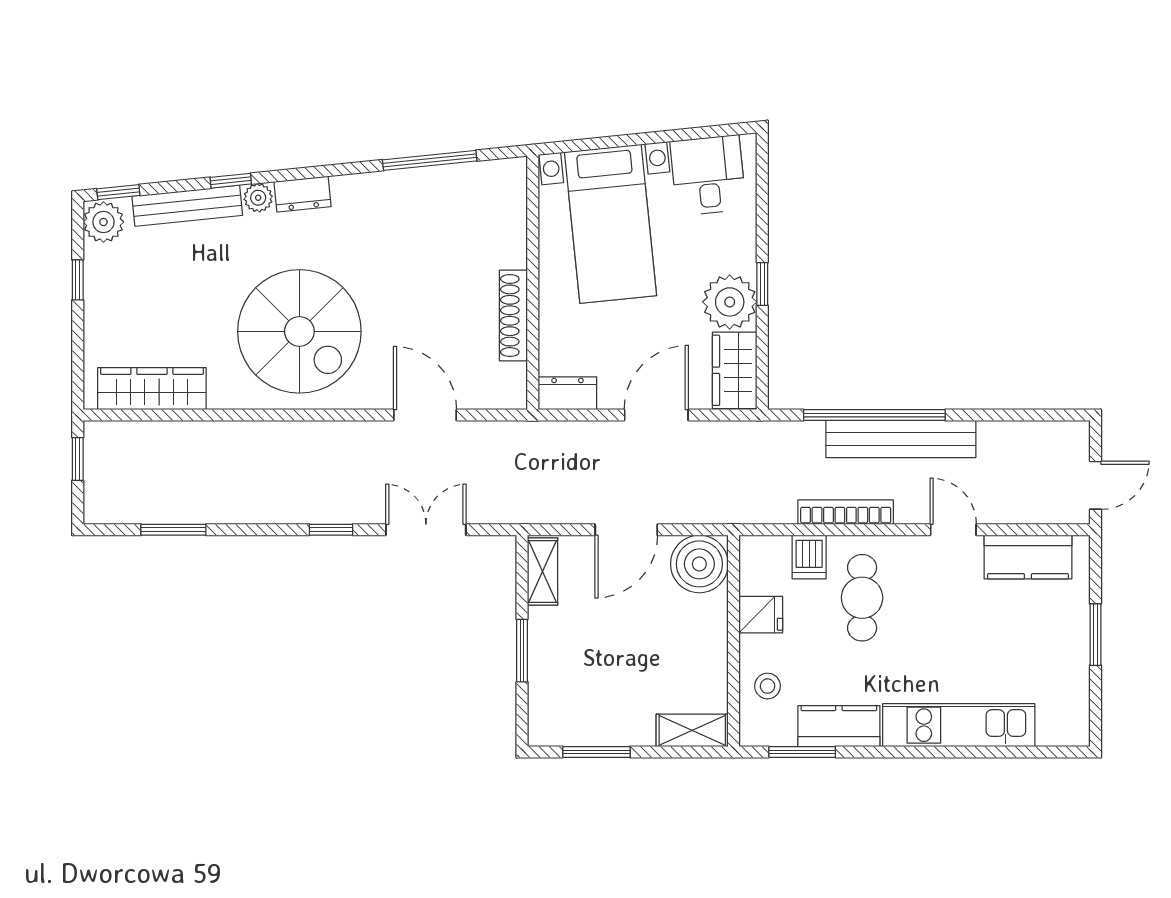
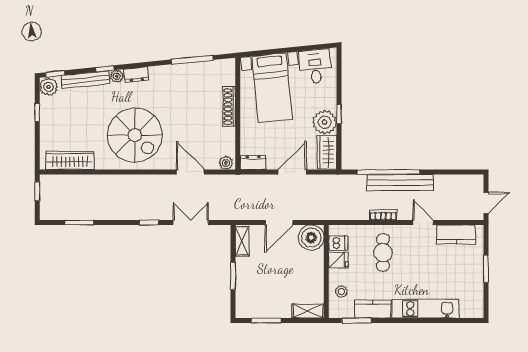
shoe rack: (513, 316) -> (229, 107), moved
plant: (506, 394) -> (226, 163), added
bookcase: (846, 512) -> (383, 215), width x0.64
dishwasher: (809, 557) -> (338, 243), moved, turned -90

